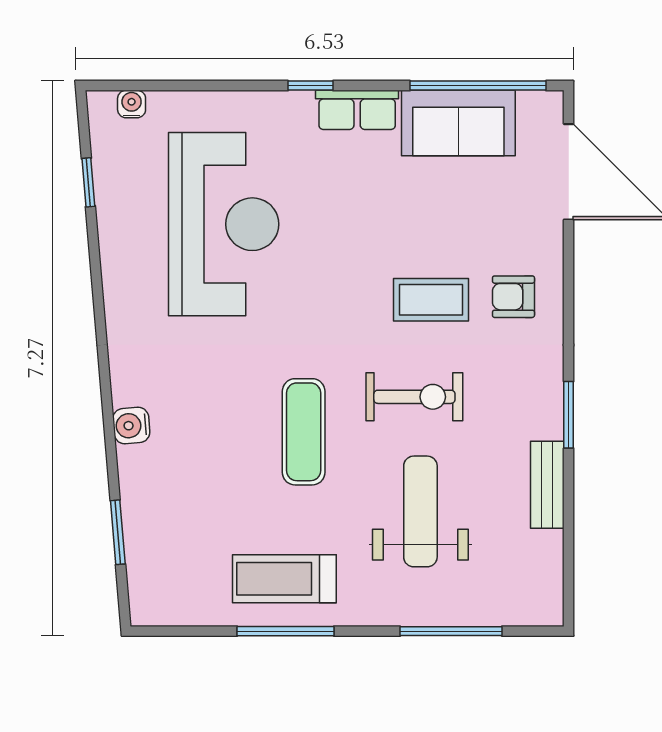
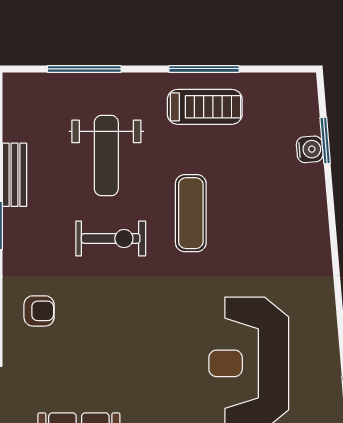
coffee table: (431, 300) -> (99, 309), removed
exercise bike: (414, 397) -> (111, 238), turned 180
water cooler: (131, 425) -> (310, 149), moved

